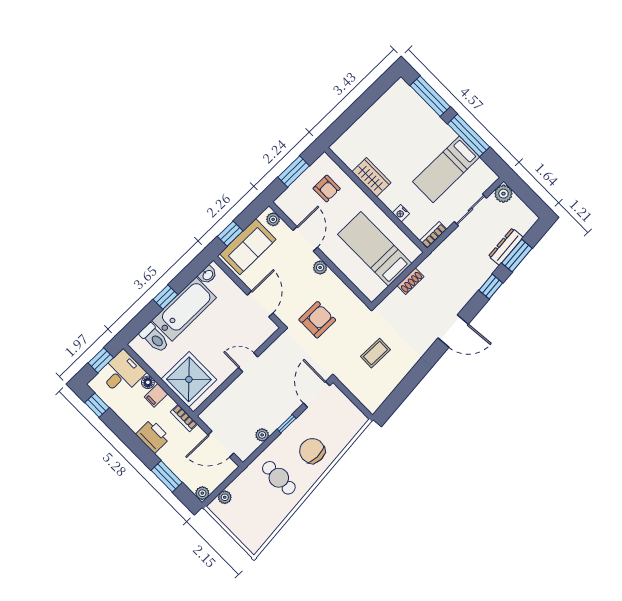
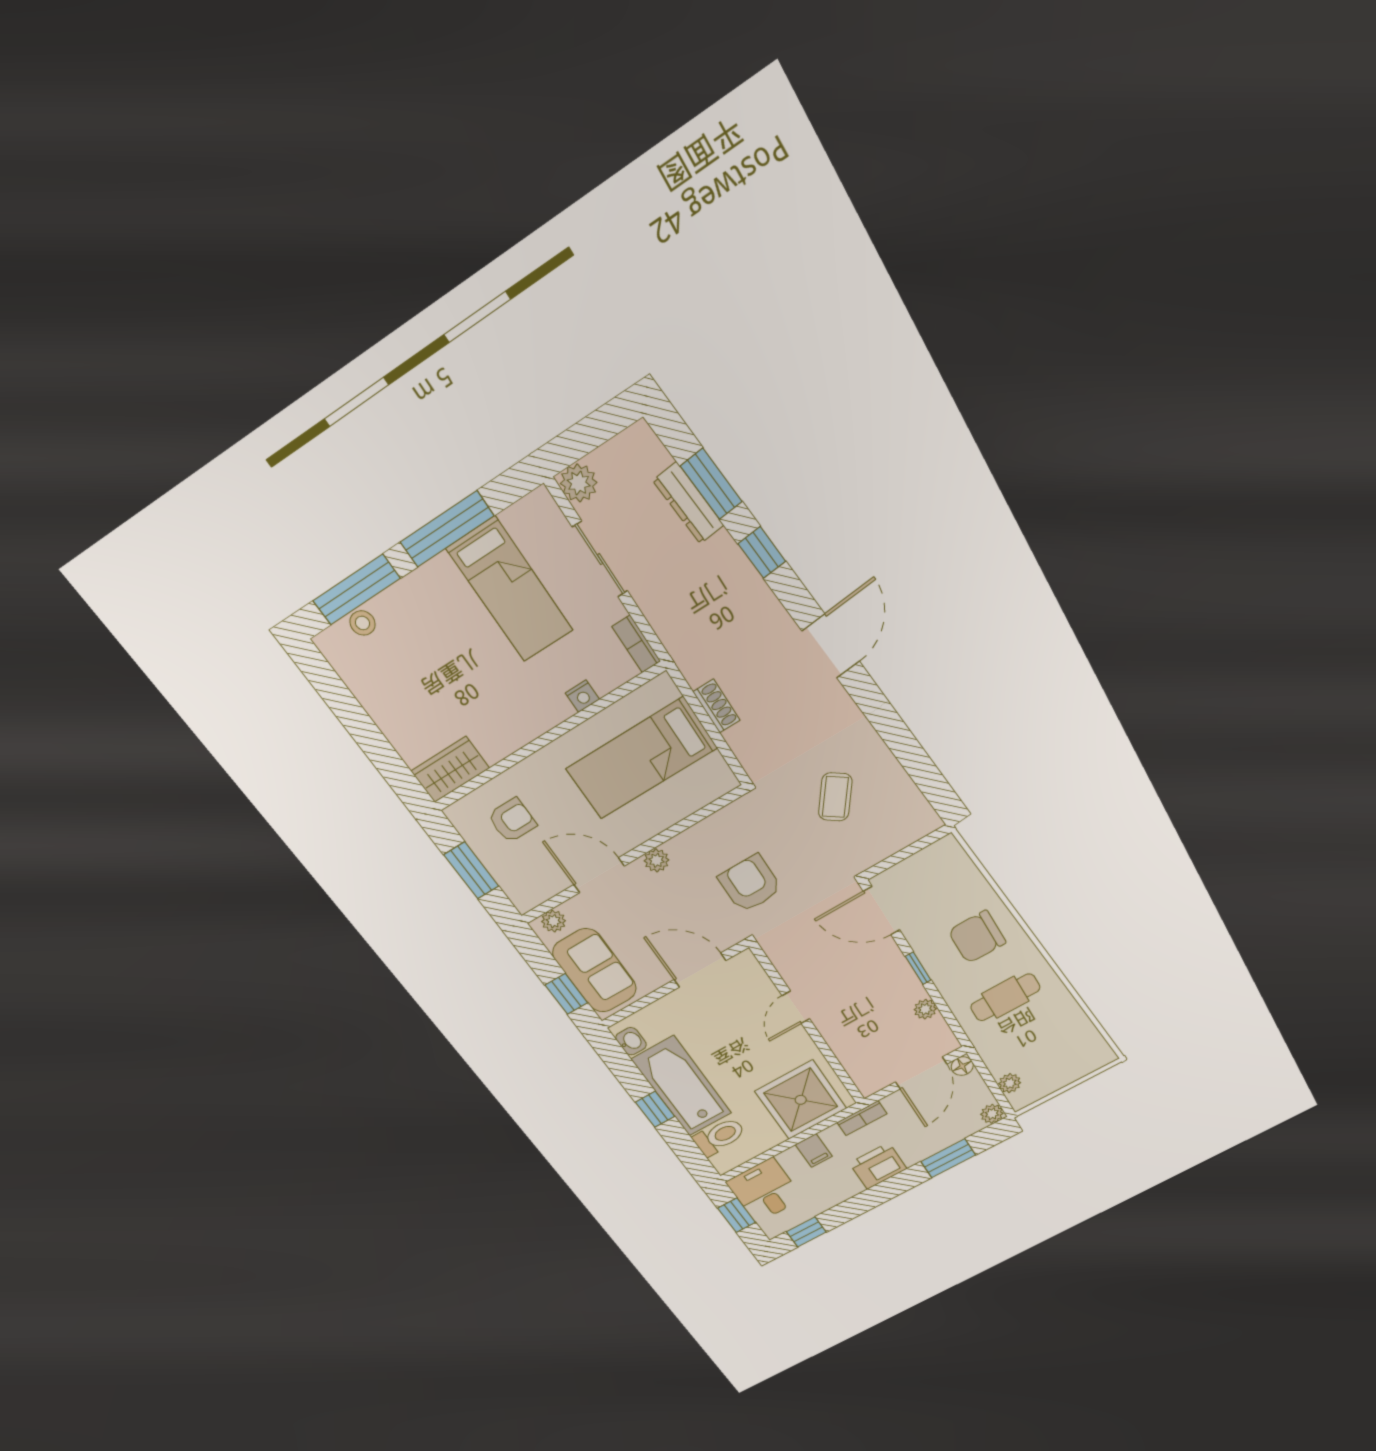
stool: (414, 101) -> (363, 623), added
wardrobe: (372, 177) -> (450, 769), moved
coffee table: (375, 353) -> (835, 797), turned 35
floor lamp: (148, 382) -> (962, 1066), moved

